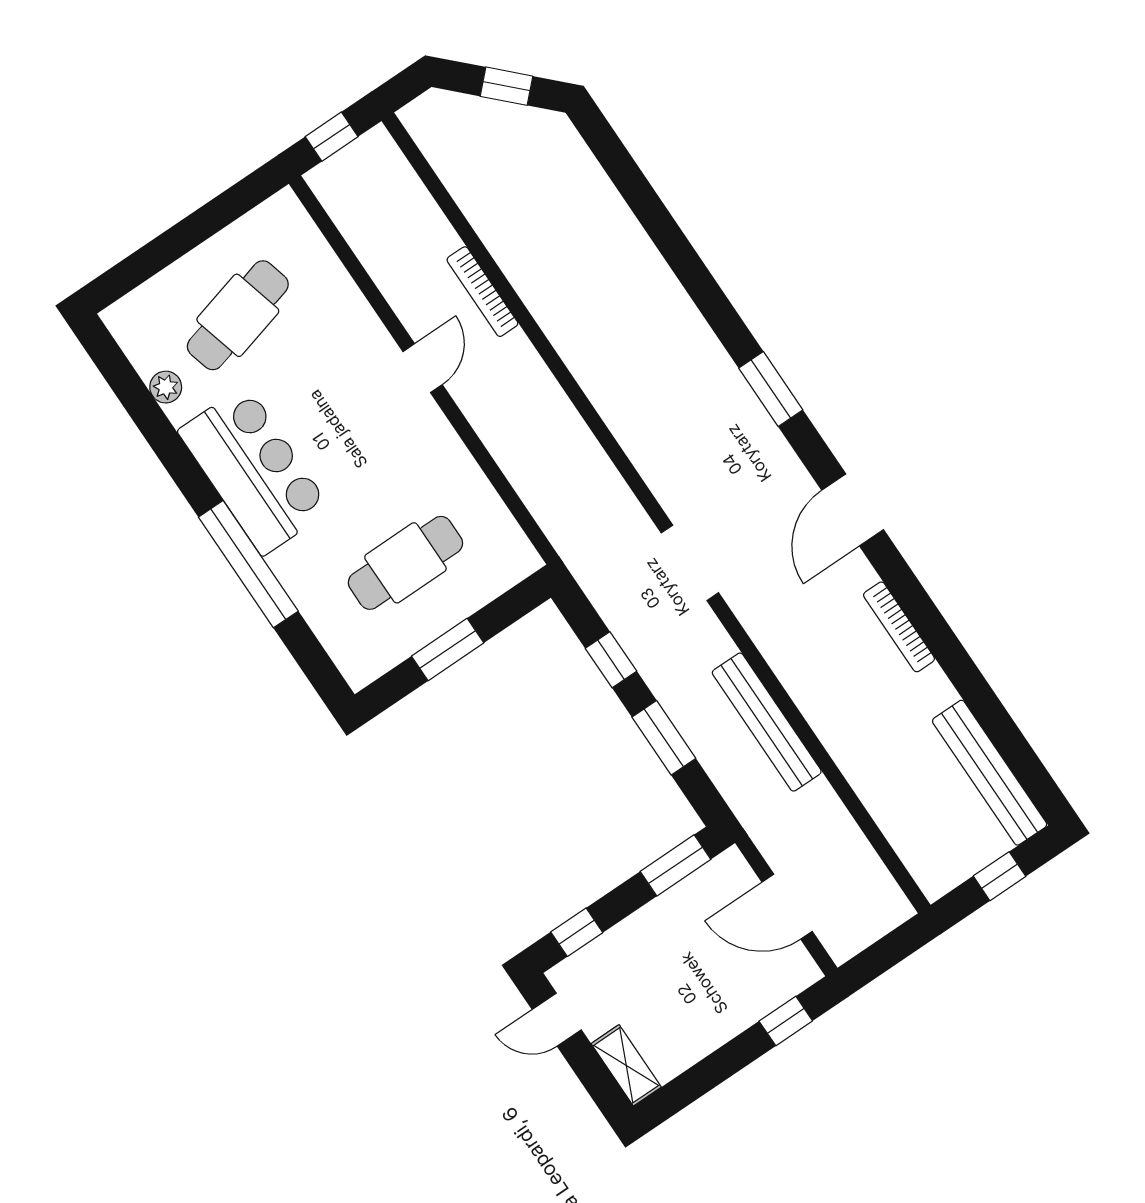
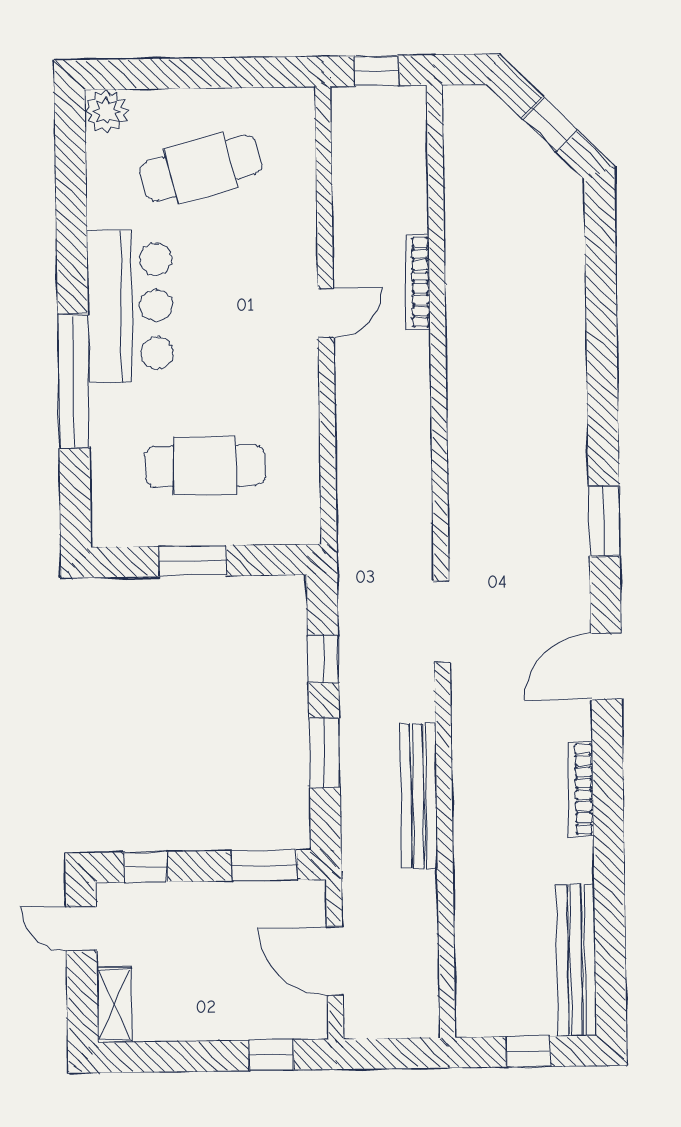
plant: (166, 387) -> (106, 111), moved, width x1.38, depth x1.38

